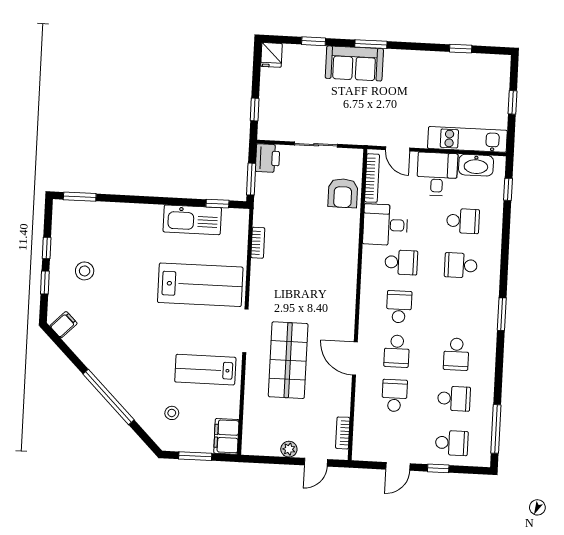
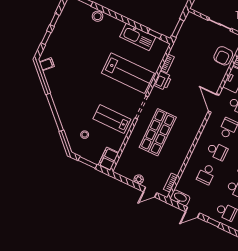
printer: (268, 158) -> (163, 81), moved
stool: (85, 271) -> (97, 16), moved
school desk: (397, 351) -> (217, 151), turned -90
door: (355, 359) -> (214, 103), moved
school desk: (395, 396) -> (206, 174), turned 180
washbasin: (368, 451) -> (180, 198), added

